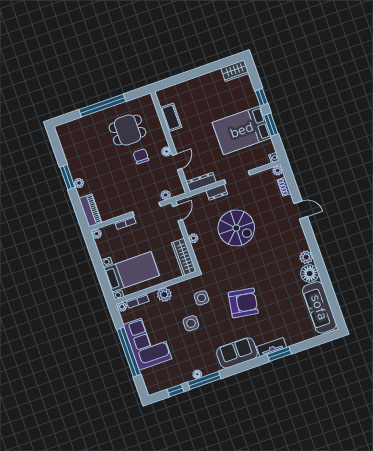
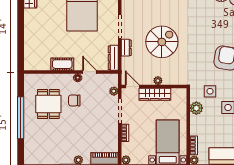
cot: (171, 117) -> (62, 64), moved
wardrobe: (184, 257) -> (155, 94), moved
plant: (164, 295) -> (196, 108), moved

